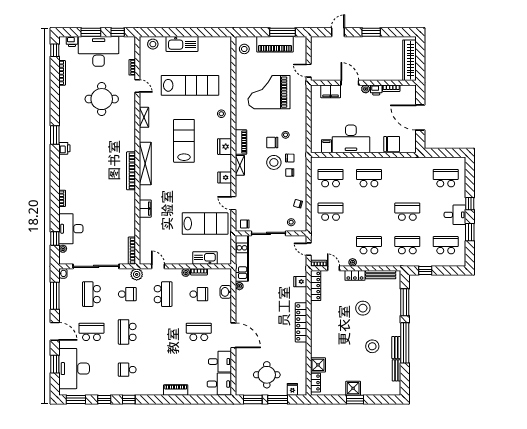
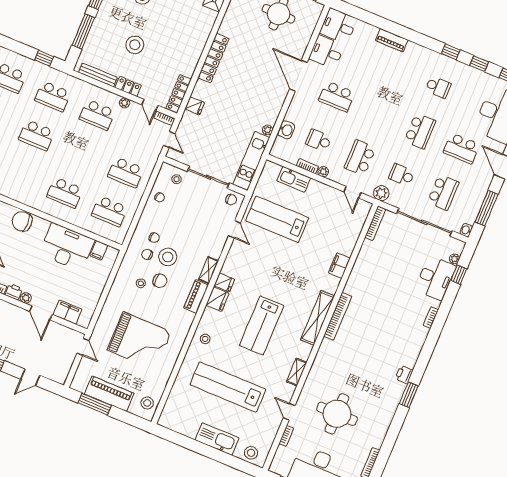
fridge: (225, 177) -> (224, 282), moved

